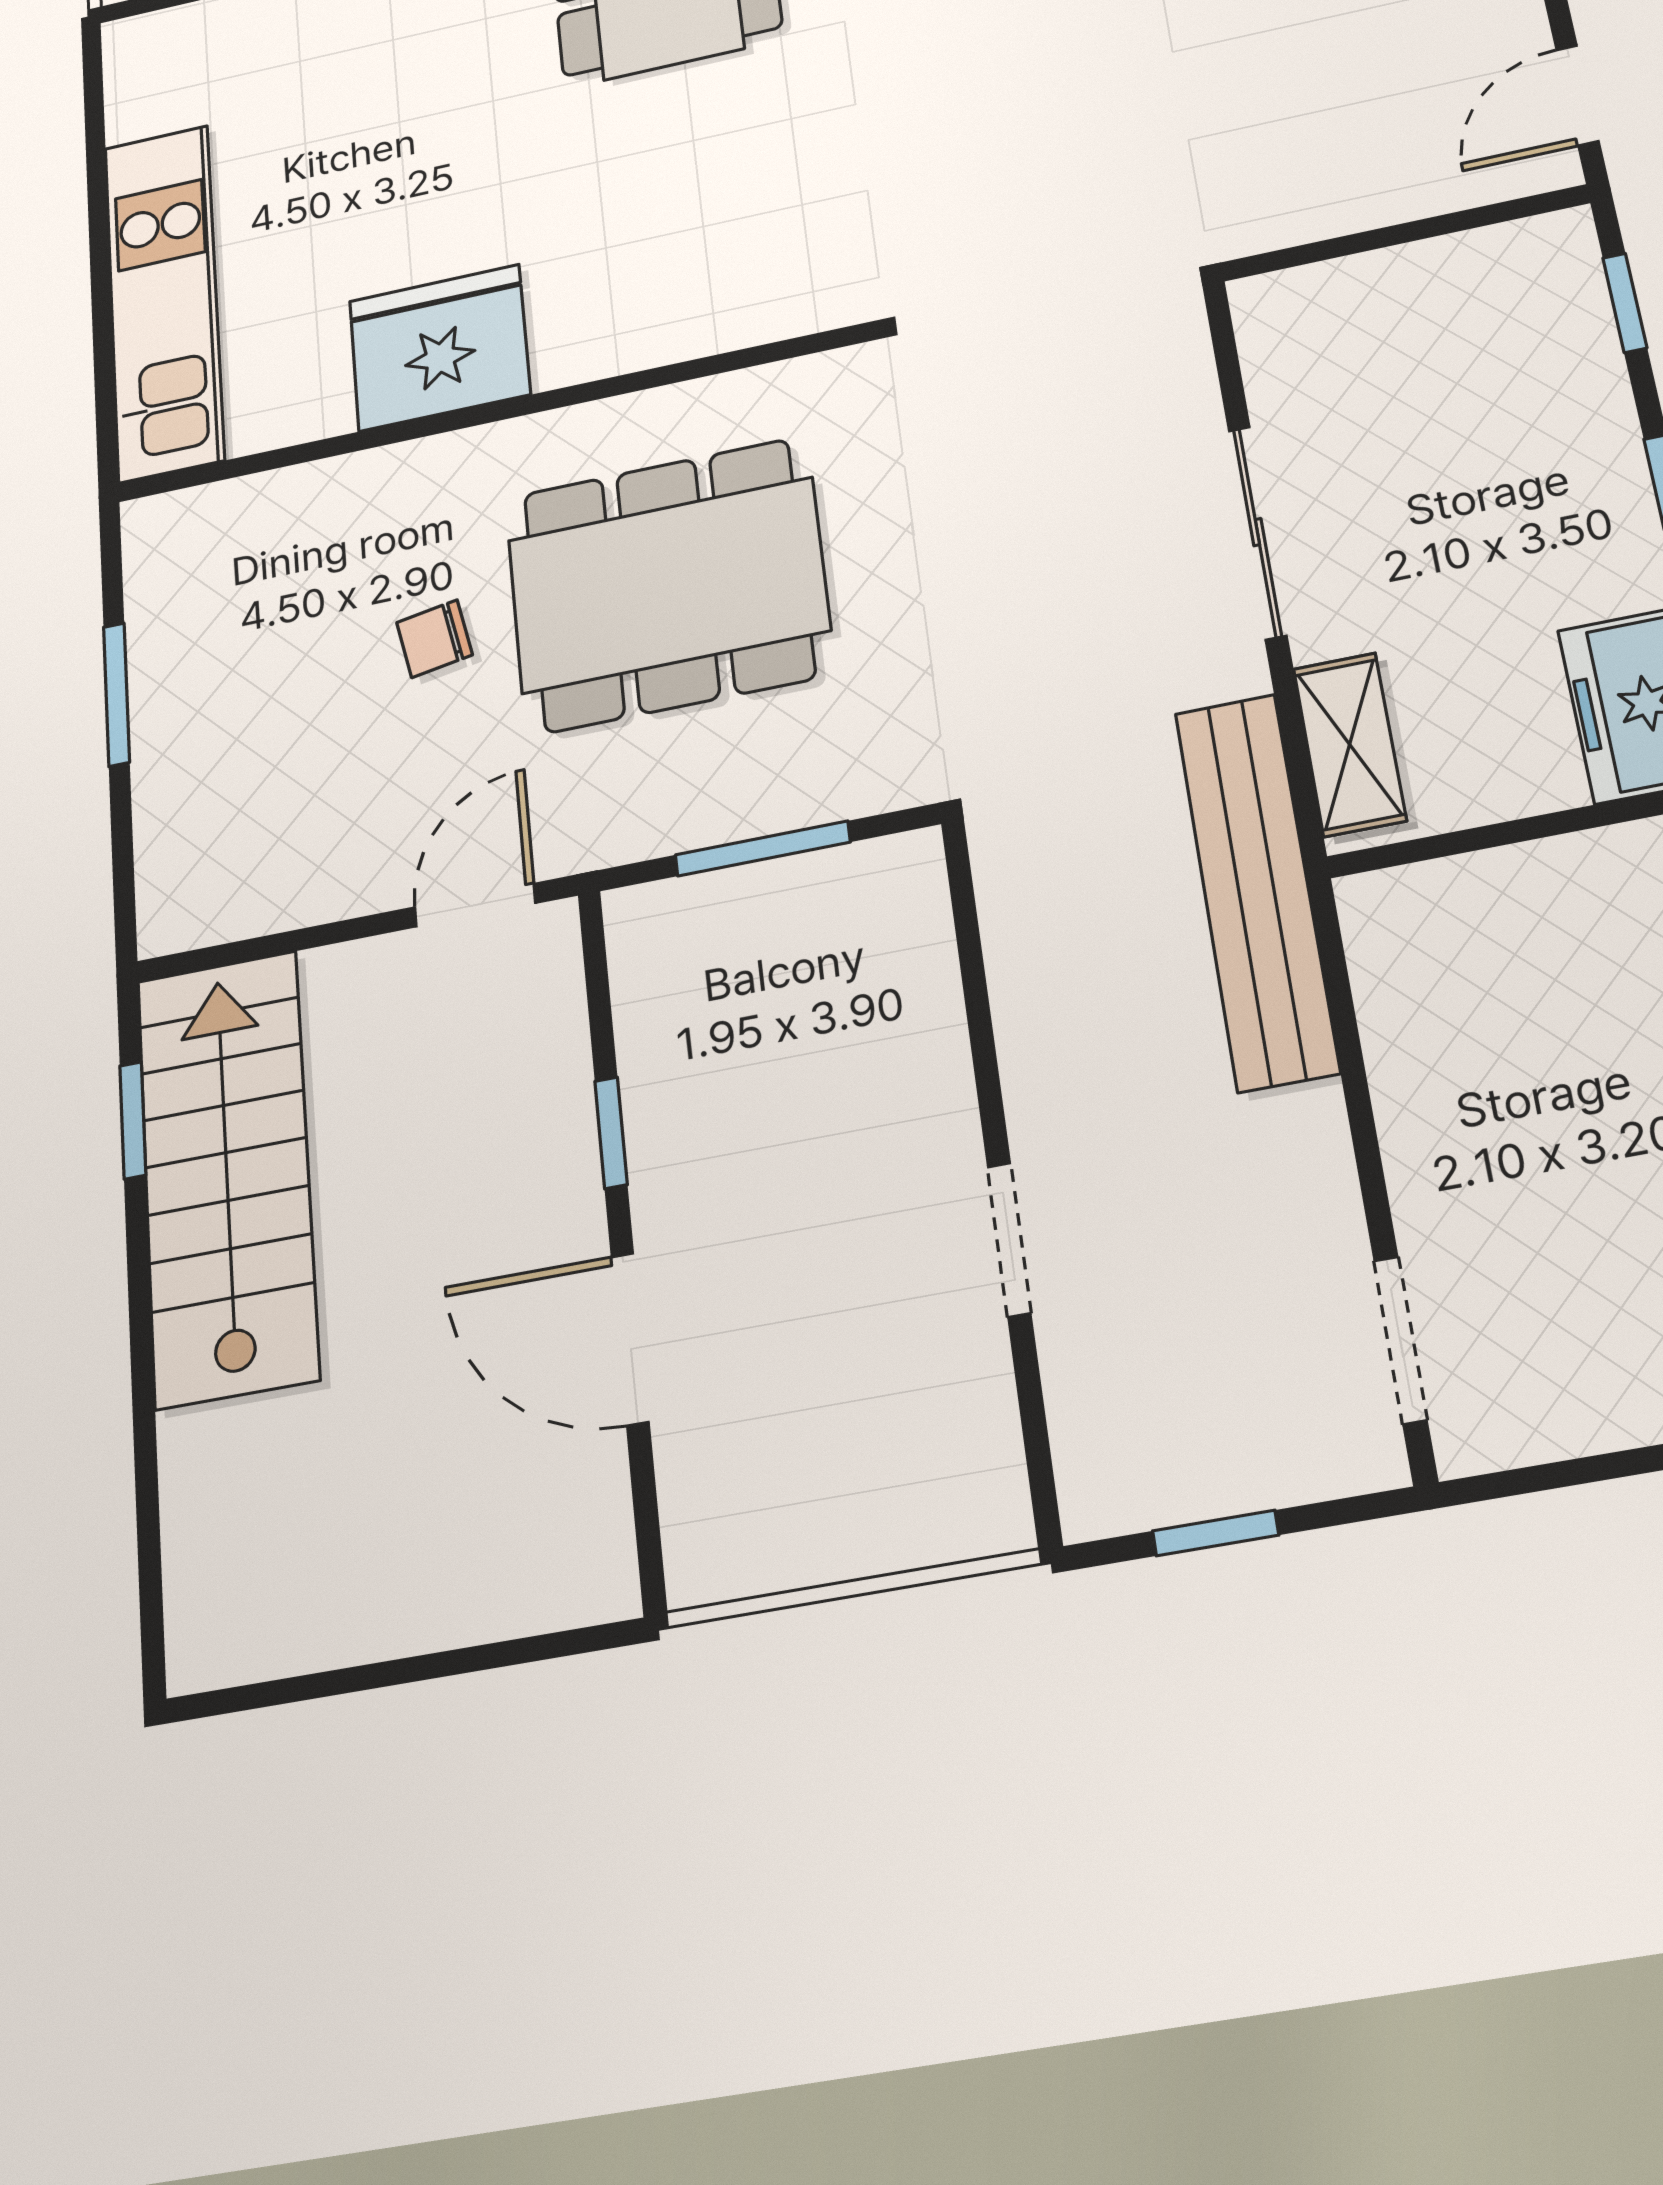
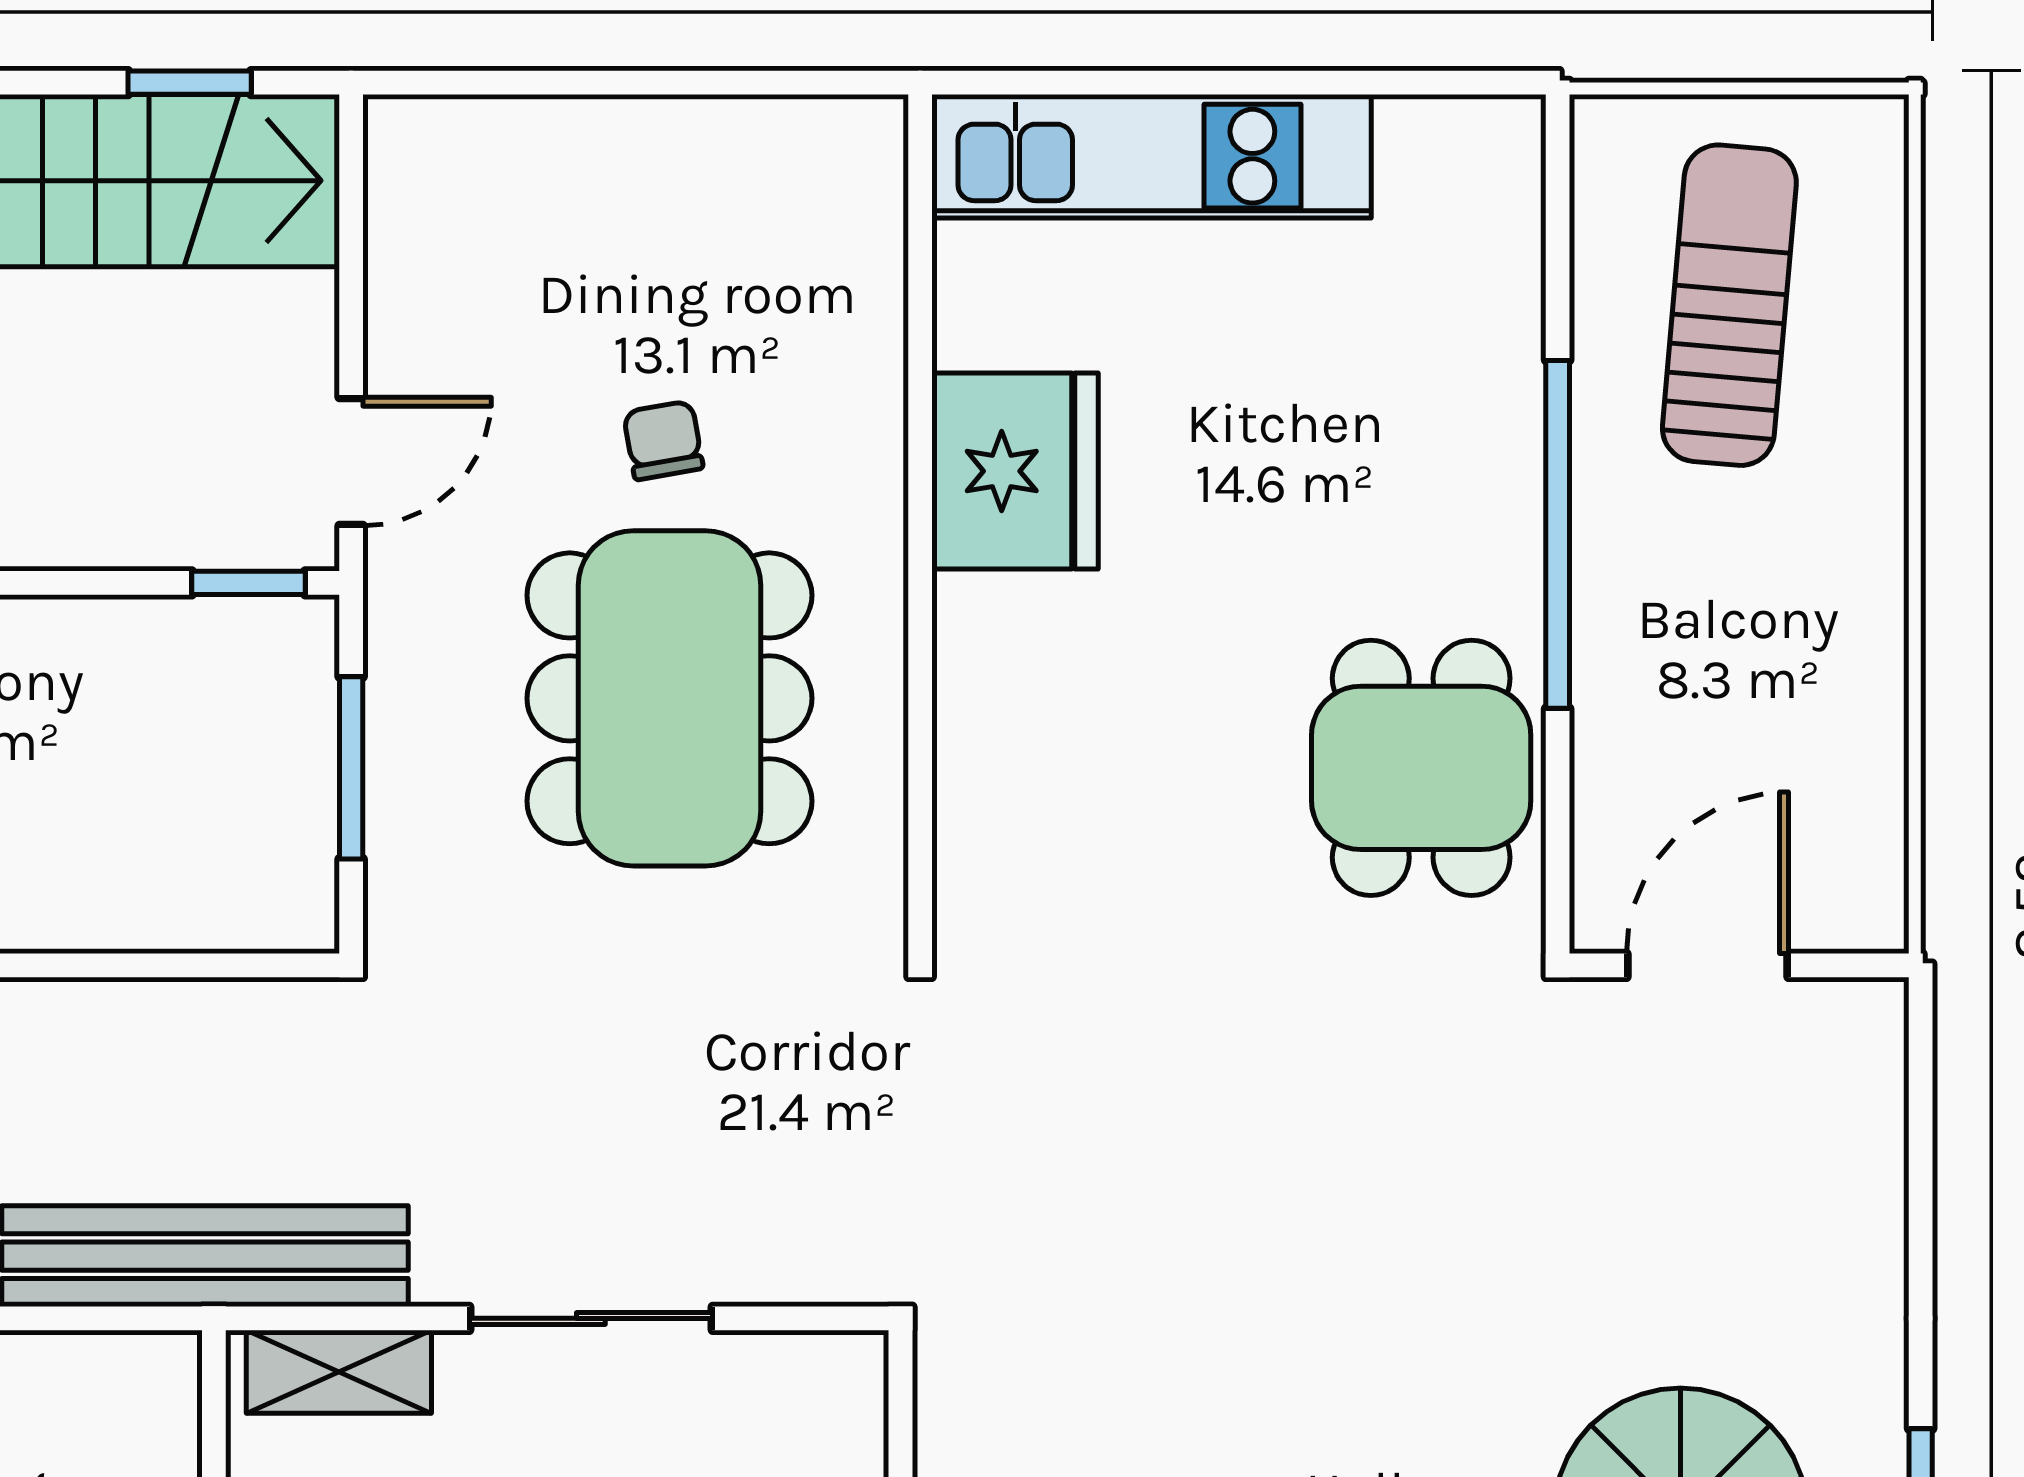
window: (116, 694) -> (675, 83), removed
door: (475, 905) -> (351, 462), hinge flipped
window: (611, 1133) -> (249, 583), moved

